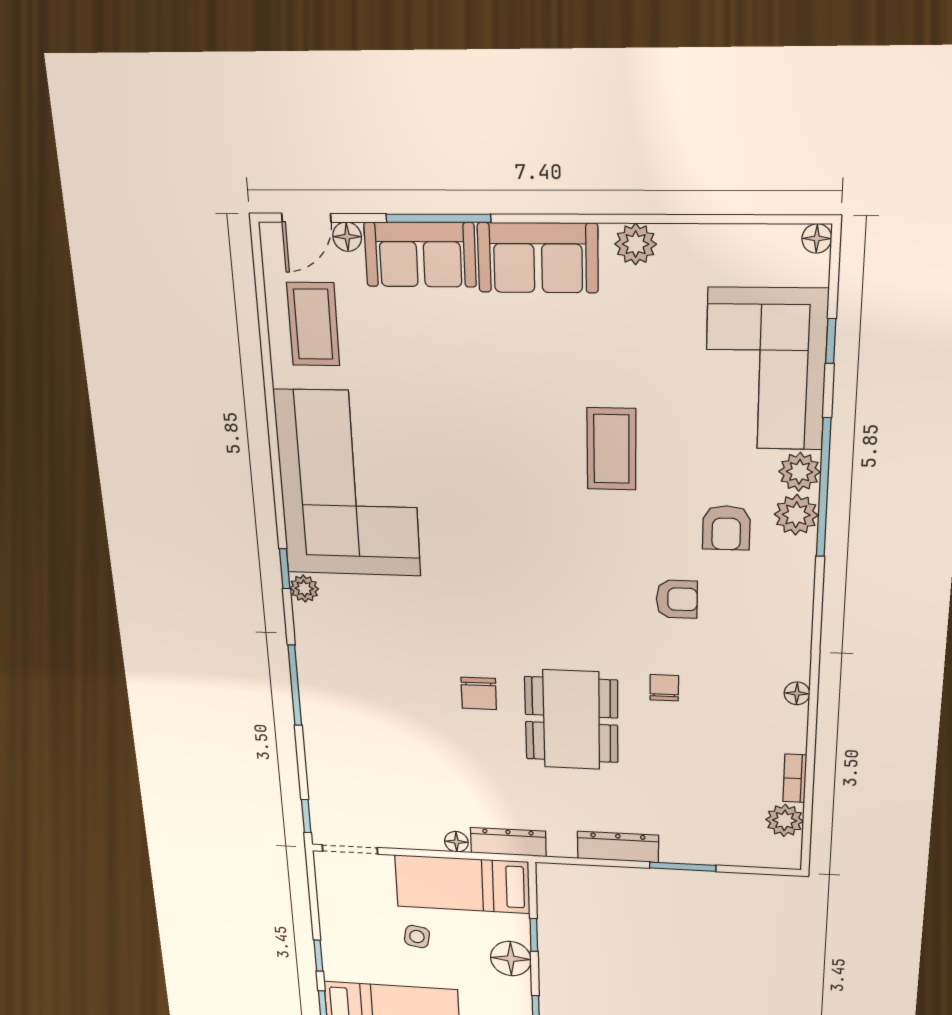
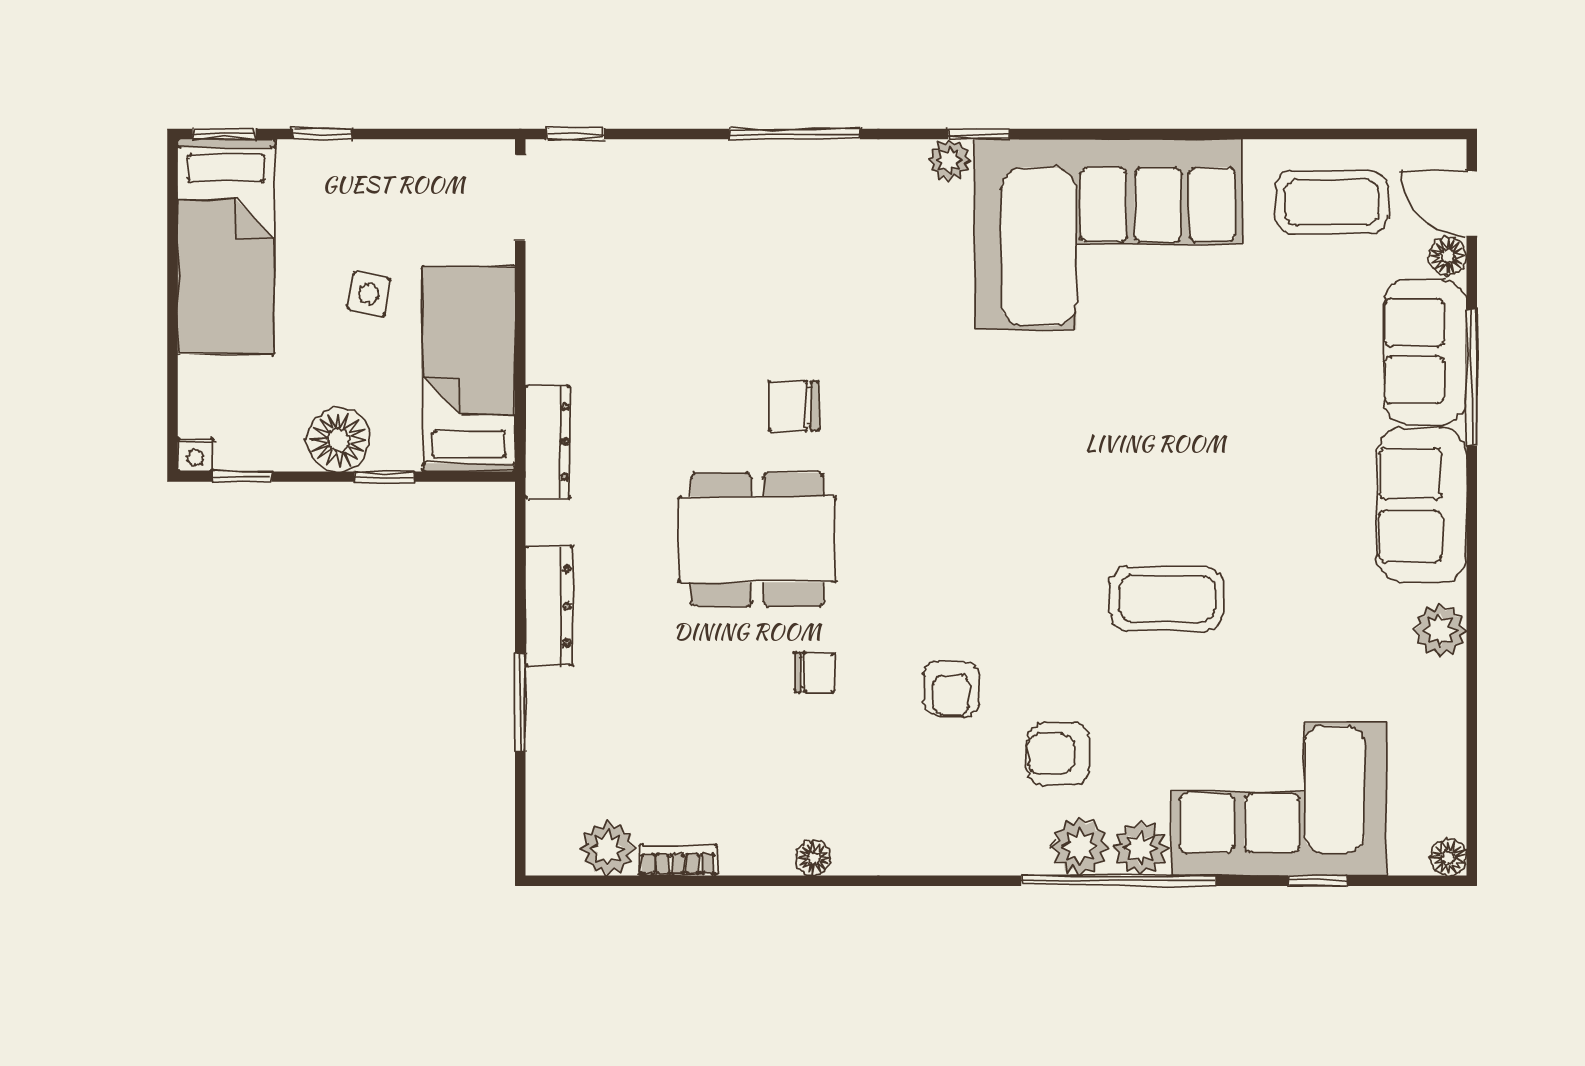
floor lamp: (456, 842) -> (543, 363), removed

